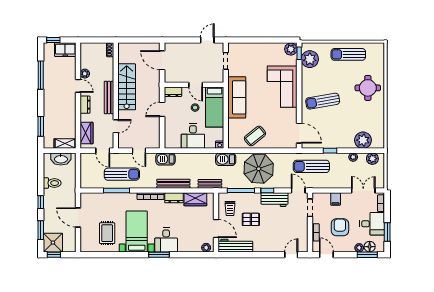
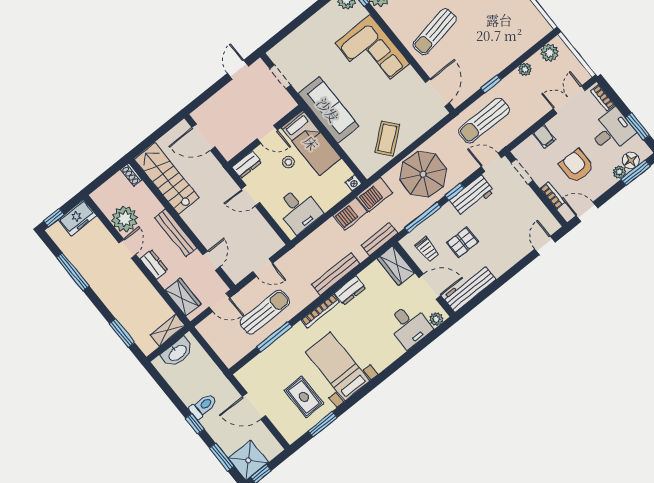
plant: (85, 74) -> (125, 219), width x1.88, depth x1.88
door: (78, 86) -> (127, 249), hinge flipped
stairs: (127, 87) -> (167, 178), moved
door: (162, 109) -> (251, 196), hinge flipped
door: (299, 133) -> (437, 93), hinge flipped
desk: (193, 136) -> (299, 210), moved
plant: (363, 140) -> (520, 40), removed
barbecue: (165, 159) -> (350, 214), moved
toilet: (52, 183) -> (203, 406), moved
wardrobe: (195, 199) -> (396, 266), moved, turned 90
desk: (166, 240) -> (409, 326), moved
window: (159, 255) -> (323, 424), moved

